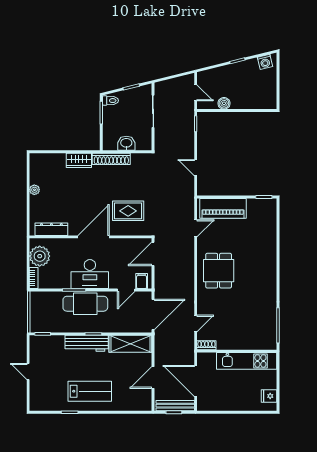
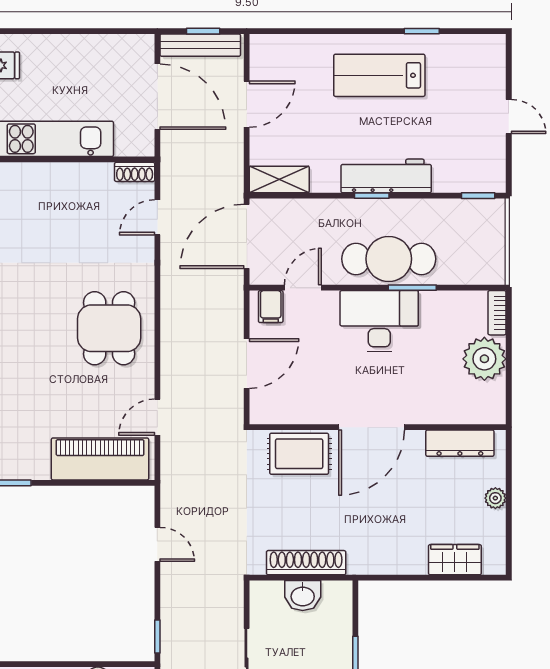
shoe rack: (111, 159) -> (306, 563), moved
wardrobe: (79, 160) -> (455, 560), moved
dresser: (51, 229) -> (460, 443), moved
wall: (91, 237) -> (378, 427), moved
door: (94, 237) -> (372, 427), moved
shelving: (130, 344) -> (279, 179), width x0.67, depth x0.75

